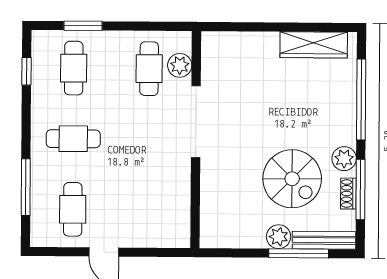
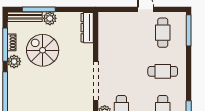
window: (26, 187) -> (189, 30), moved
dresser: (211, 219) -> (87, 28), added

